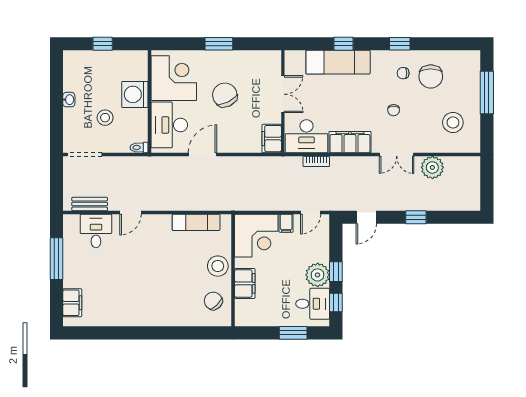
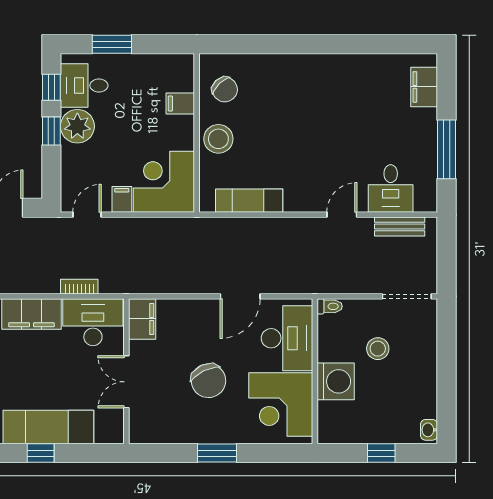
washbasin: (69, 100) -> (429, 430), moved
filing cabinet: (245, 283) -> (180, 104), width x0.50

